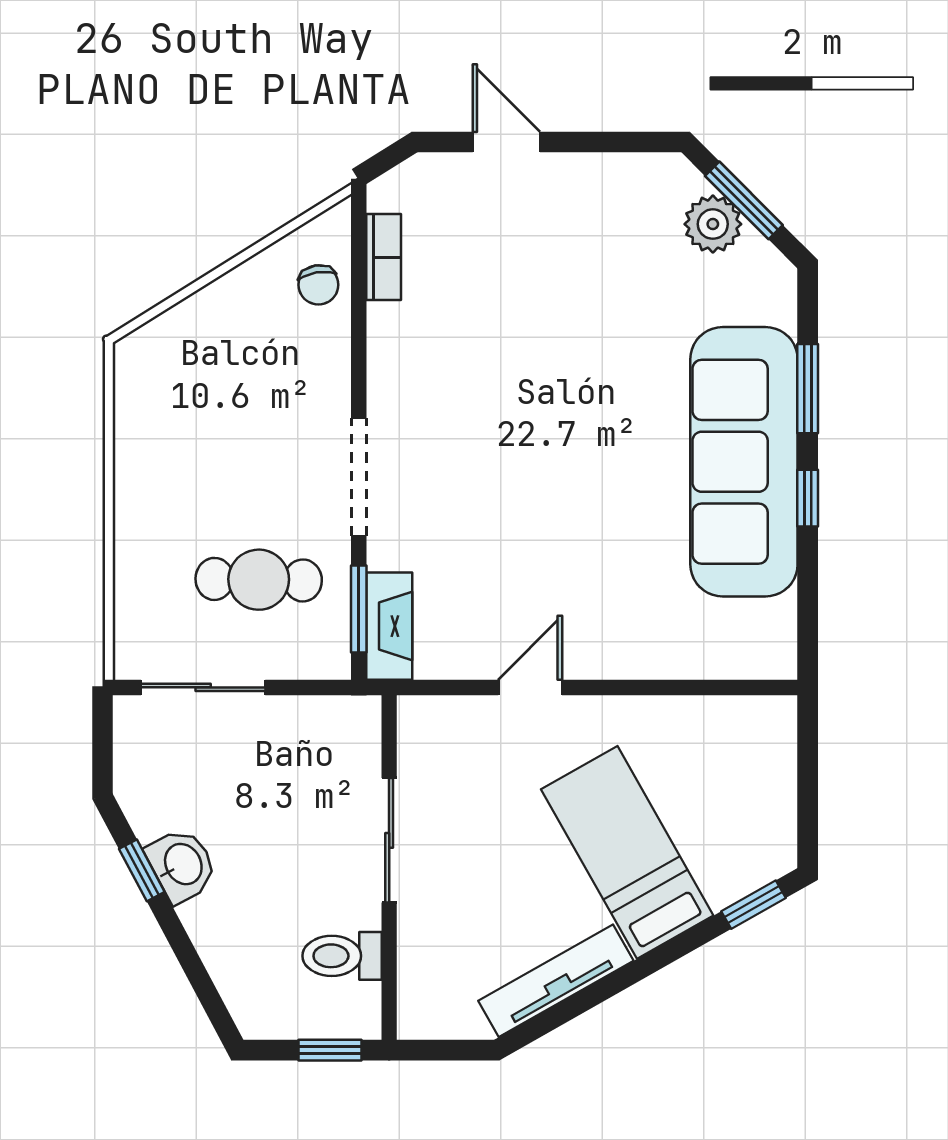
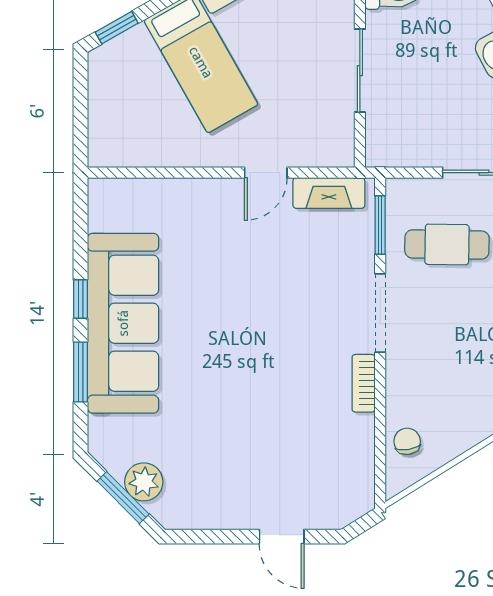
bookcase: (384, 257) -> (364, 383), moved
fireplace: (389, 626) -> (329, 193), moved, turned -90

